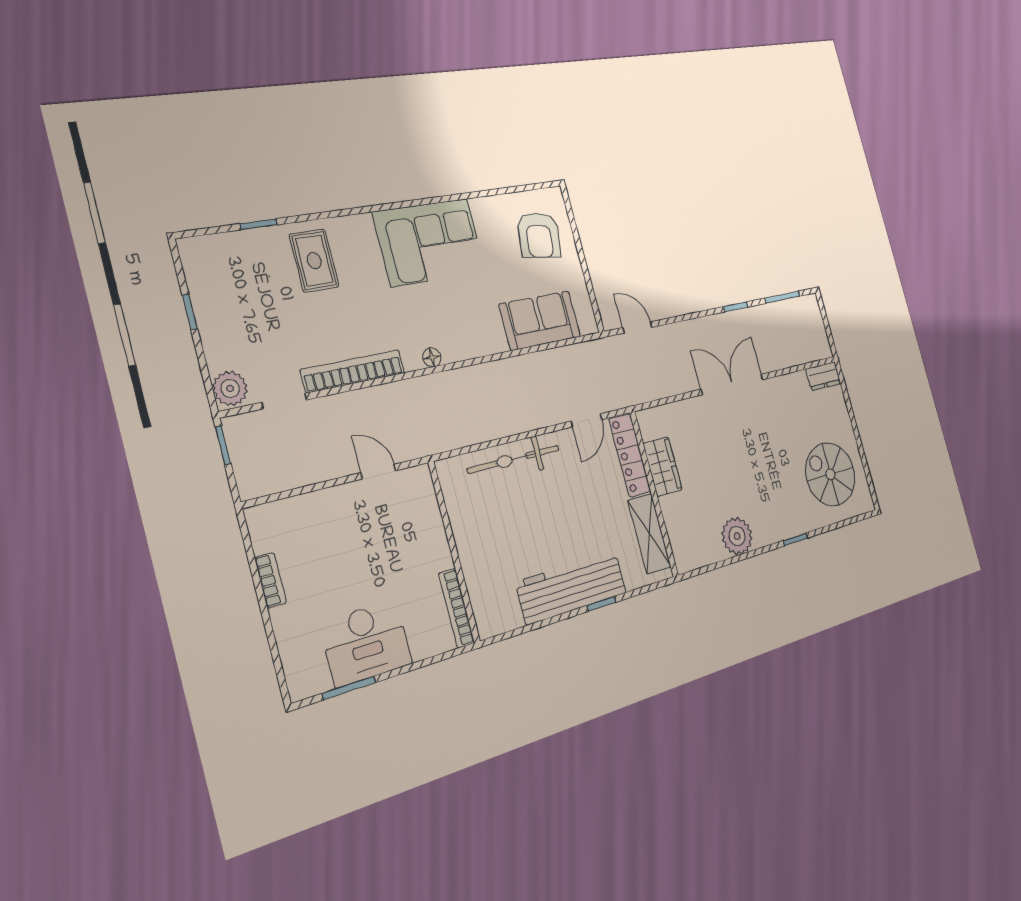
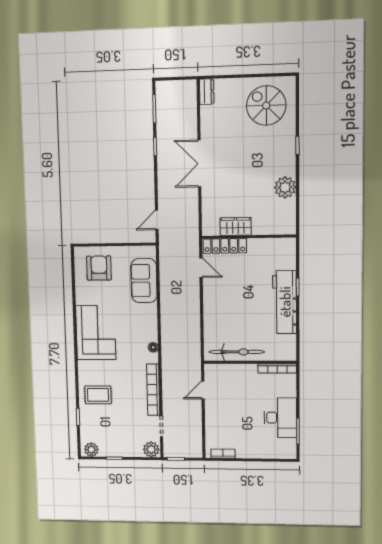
armchair: (539, 235) -> (99, 268), turned -98
plant: (196, 260) -> (91, 450), added
bicycle: (514, 459) -> (237, 352), moved, turned -90
spiral stairs: (830, 474) -> (266, 106), turned 90
shelving: (649, 534) -> (269, 246), removed
bookcase: (270, 580) -> (223, 454), moved

